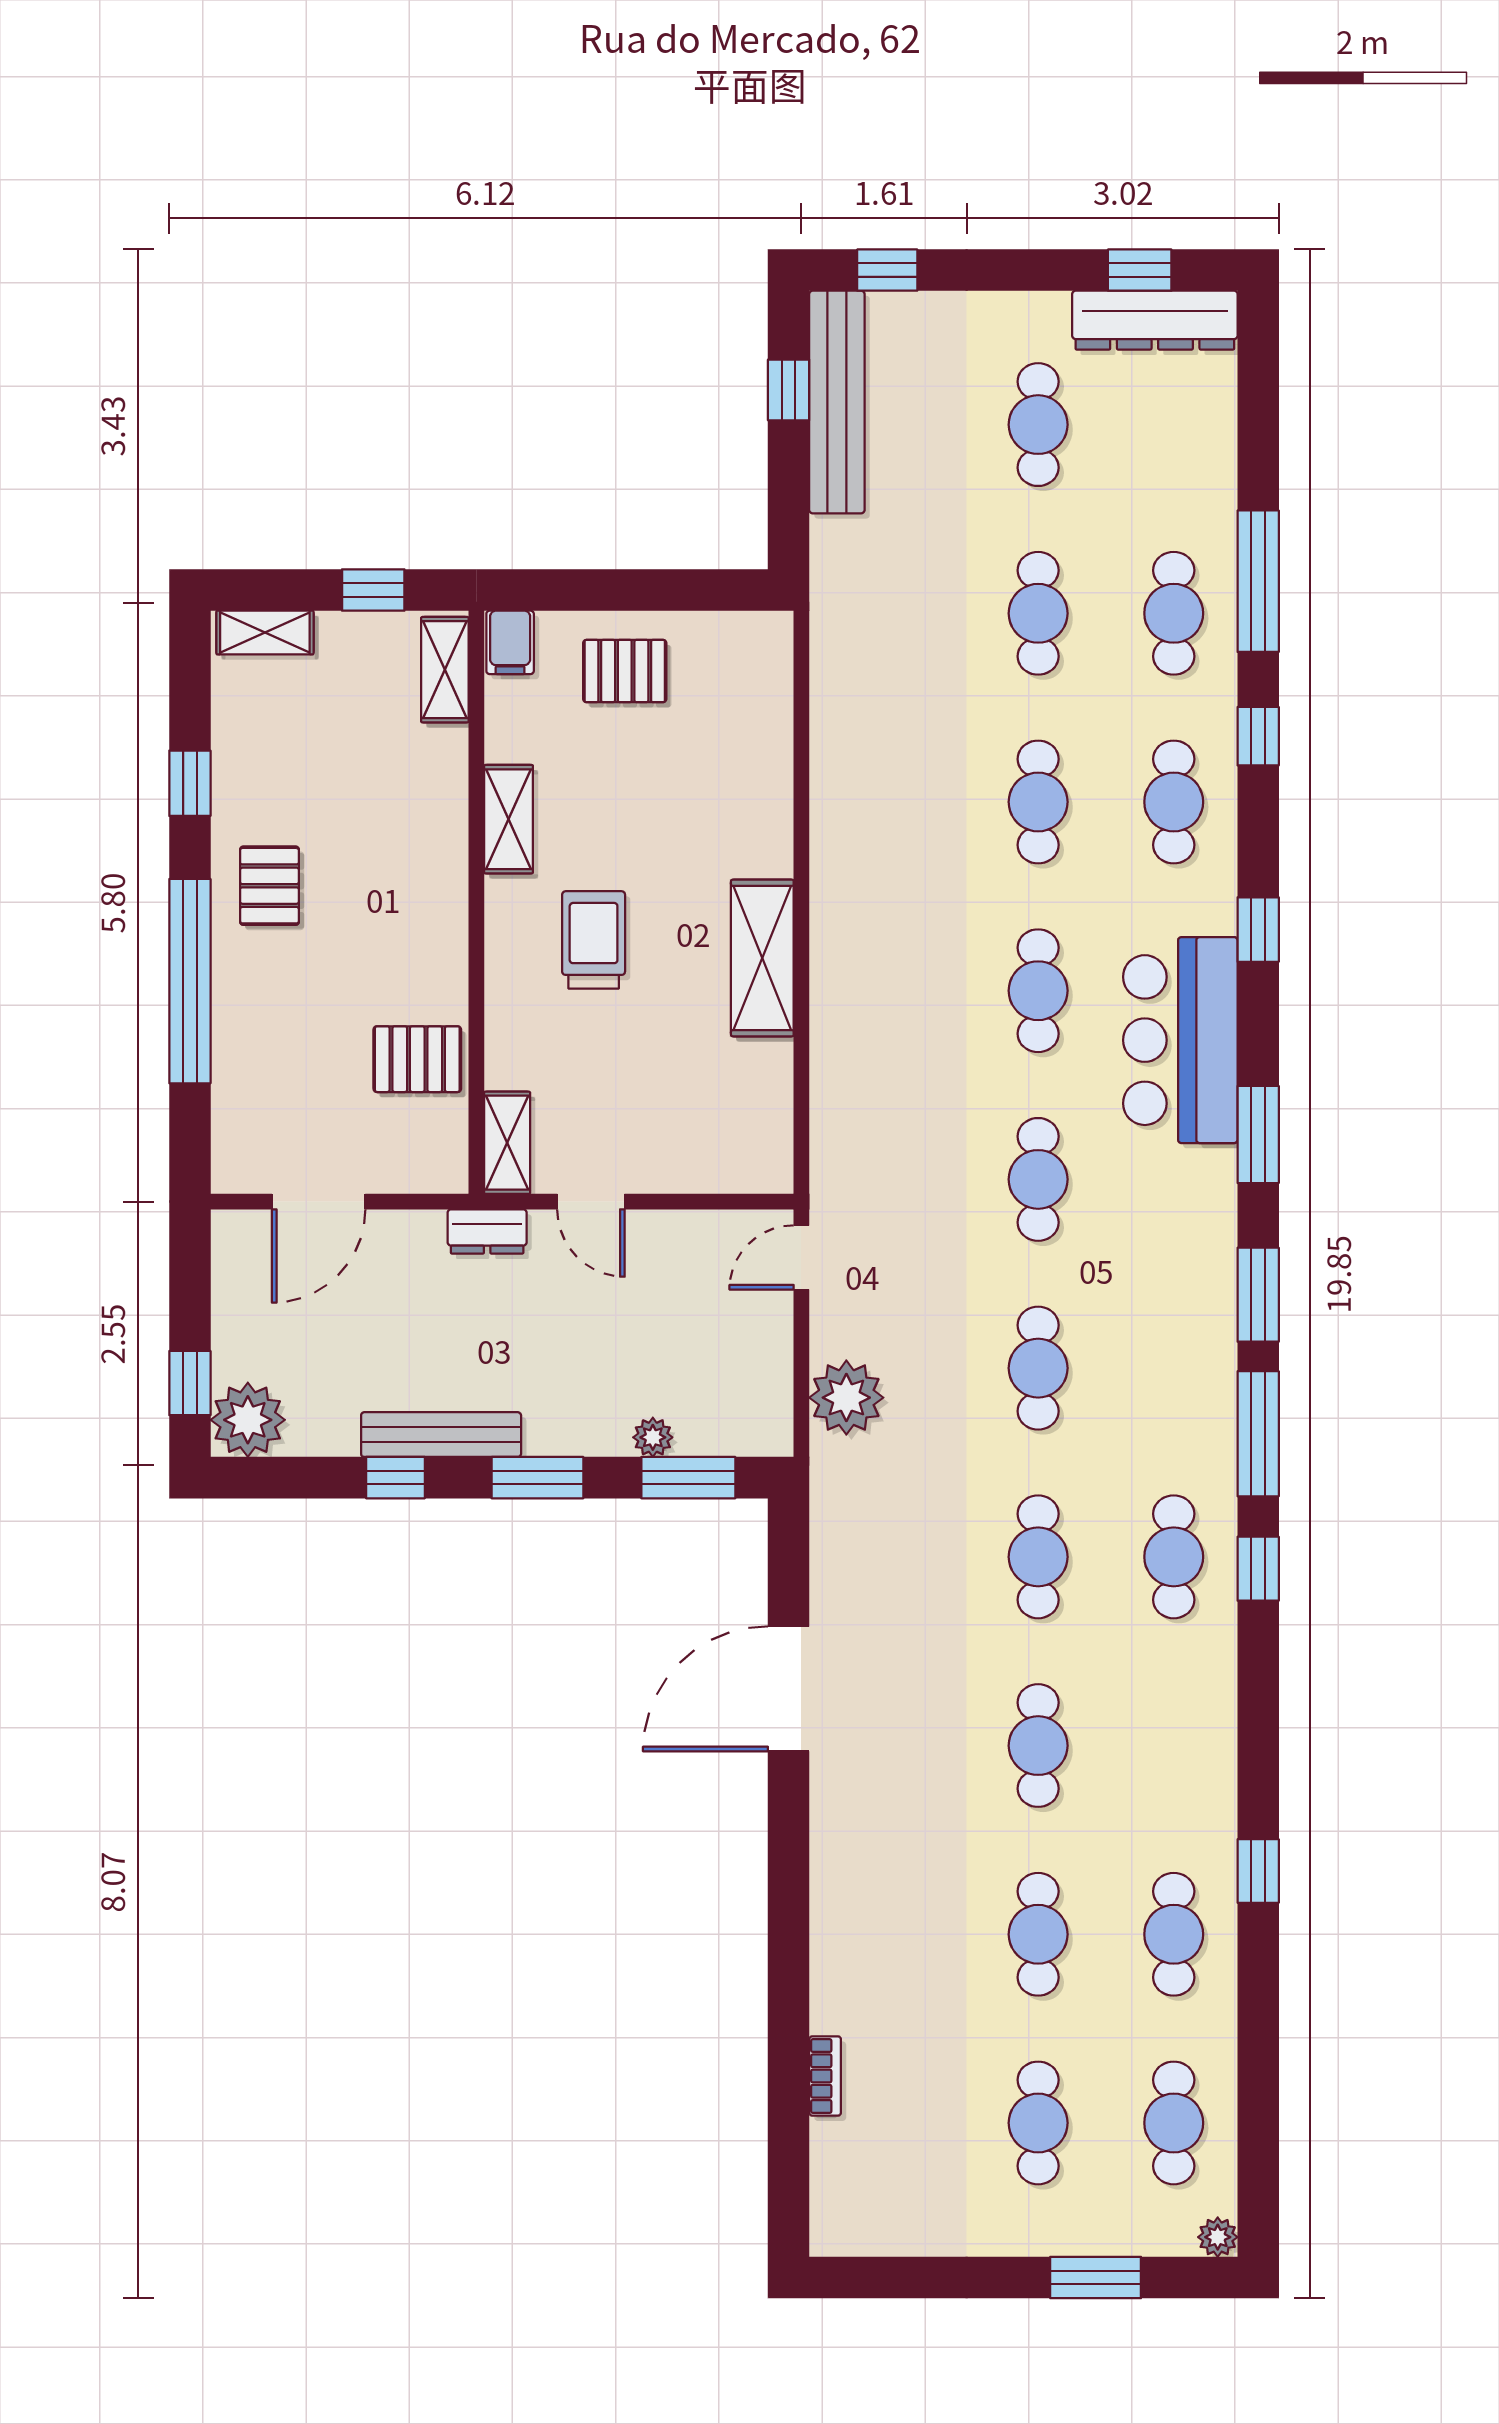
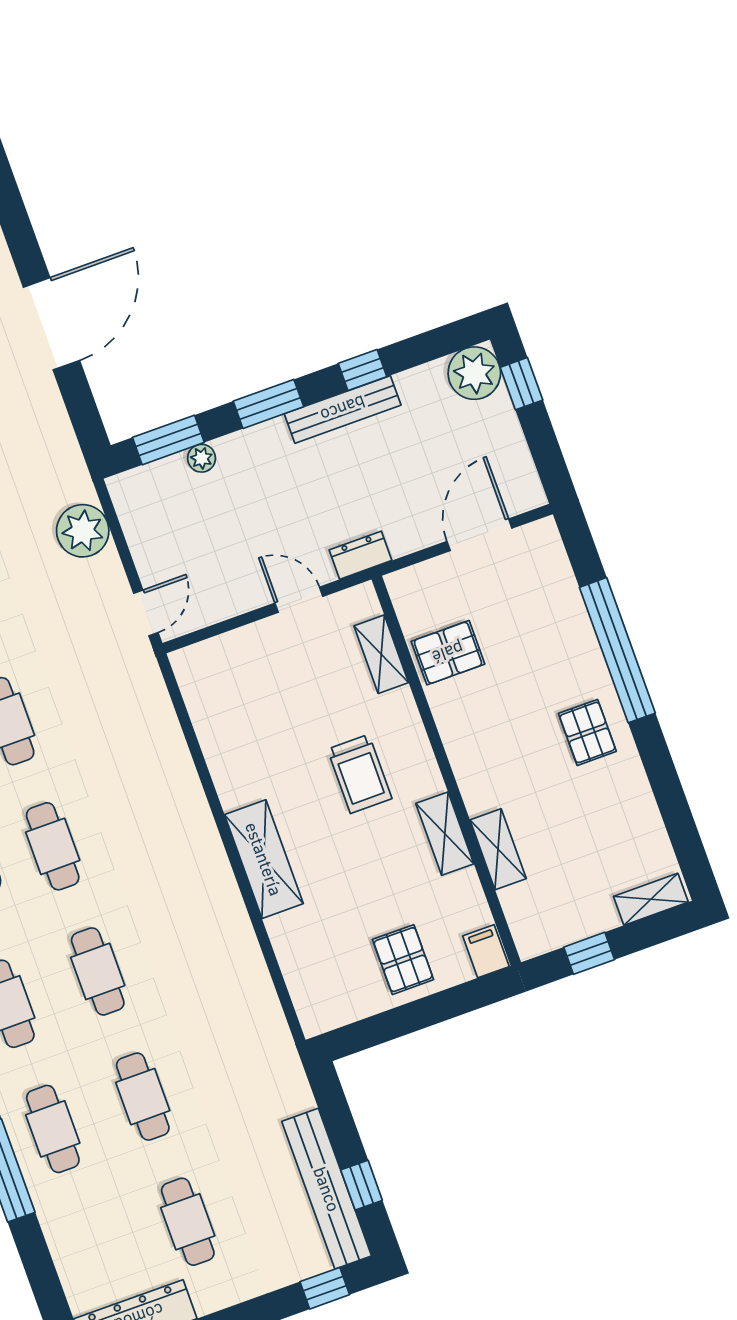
shelving: (445, 670) -> (498, 849), moved
pallet: (625, 671) -> (403, 960), turned 90
window: (190, 783) -> (665, 781), removed
shelving: (762, 958) -> (264, 859), moved
shelving: (507, 1143) -> (381, 654), moved

